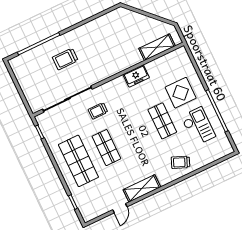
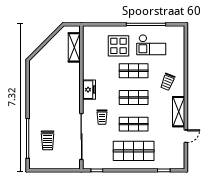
trolley: (65, 59) -> (48, 140), moved
freezer: (136, 76) -> (89, 90), moved
checkout: (198, 126) -> (151, 45), turned 180
shop shelf: (134, 134) -> (134, 97), added
trolley: (181, 162) -> (168, 82), moved
door: (120, 208) -> (186, 136), hinge flipped

